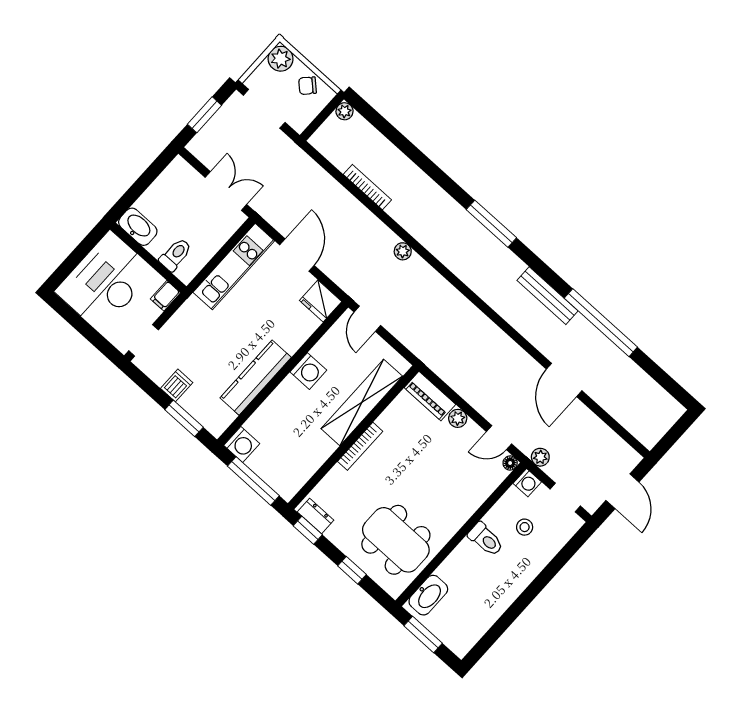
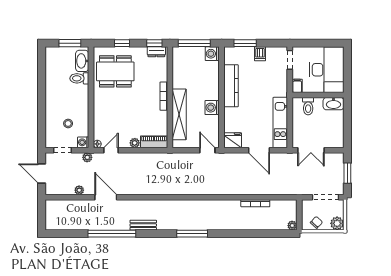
plant: (403, 251) -> (79, 190), moved
bench: (548, 296) -> (143, 225), width x0.73
toilet: (486, 539) -> (79, 78), moved

